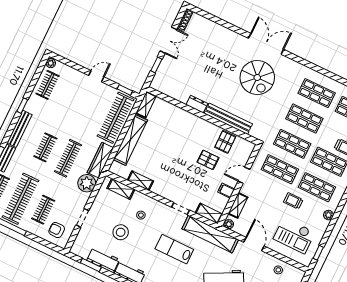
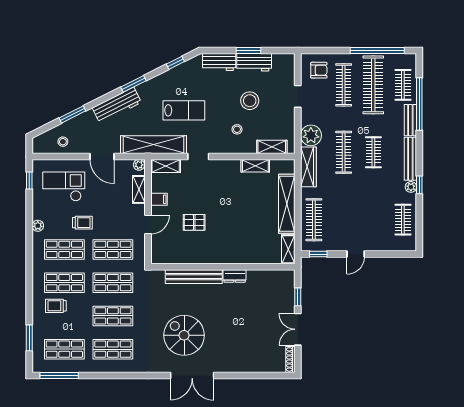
plant: (51, 63) -> (411, 187), moved
clothes rail: (116, 118) -> (314, 220), width x0.73, depth x0.76
pallet: (225, 142) -> (185, 250), removed
clothes rail: (43, 210) -> (344, 85), width x1.36
window: (91, 265) -> (249, 51), moved

